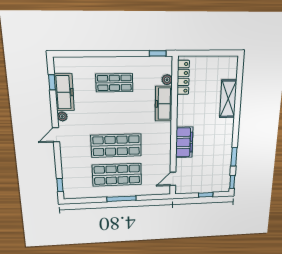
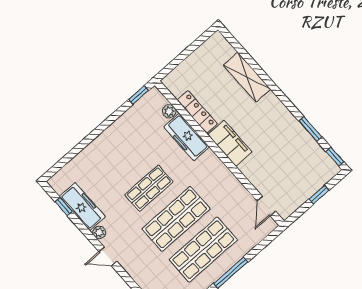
locker: (183, 77) -> (197, 112), moved
shop shelf: (114, 83) -> (149, 188), moved
door: (56, 135) -> (108, 257), hinge flipped
filing cabinet: (184, 142) -> (230, 143), moved

